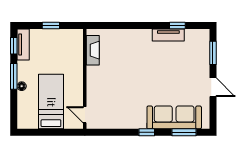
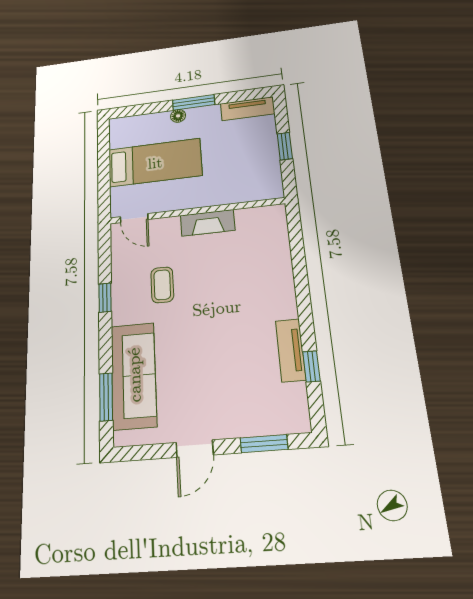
window: (14, 46) -> (244, 96), removed
fireplace: (93, 50) -> (208, 223), moved
coffee table: (126, 100) -> (162, 285), added
door: (85, 115) -> (134, 218), swing flipped
window: (147, 132) -> (105, 298), moved

